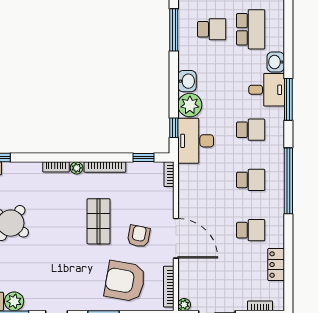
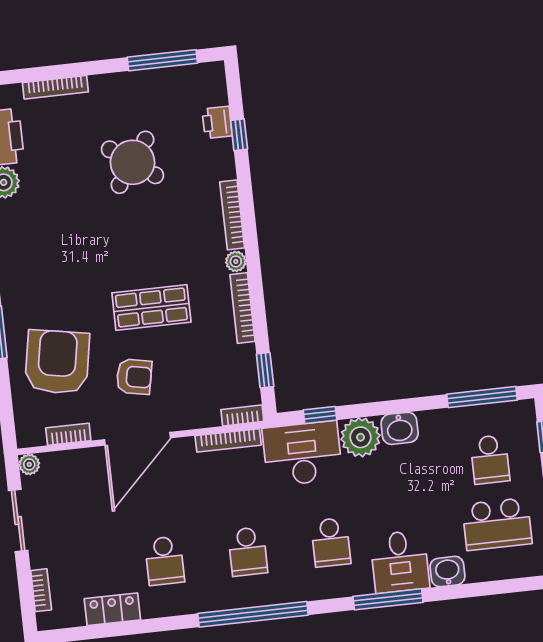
bookcase: (56, 167) -> (232, 215), width x1.56
bookcase: (183, 184) -> (228, 440), added
bookcase: (169, 287) -> (68, 434), width x0.64

